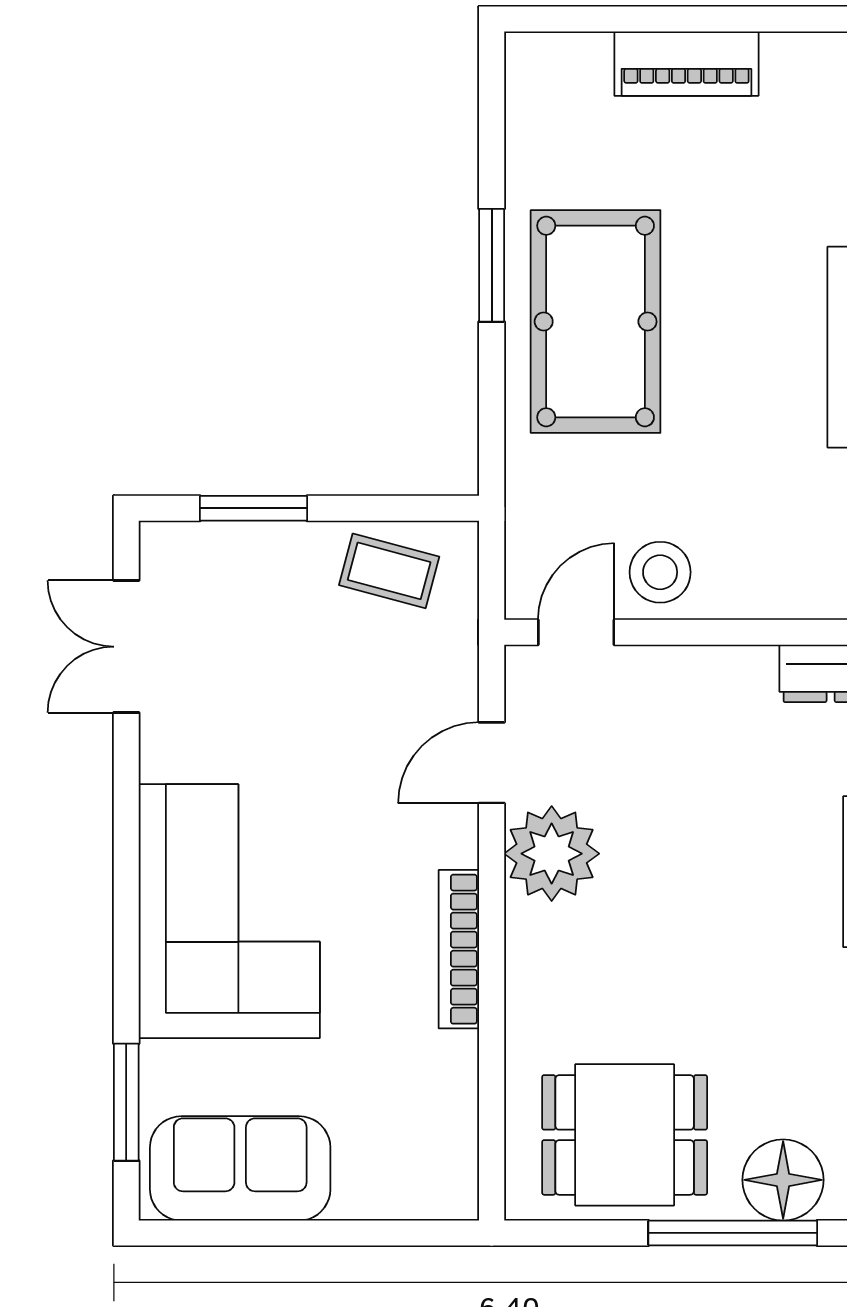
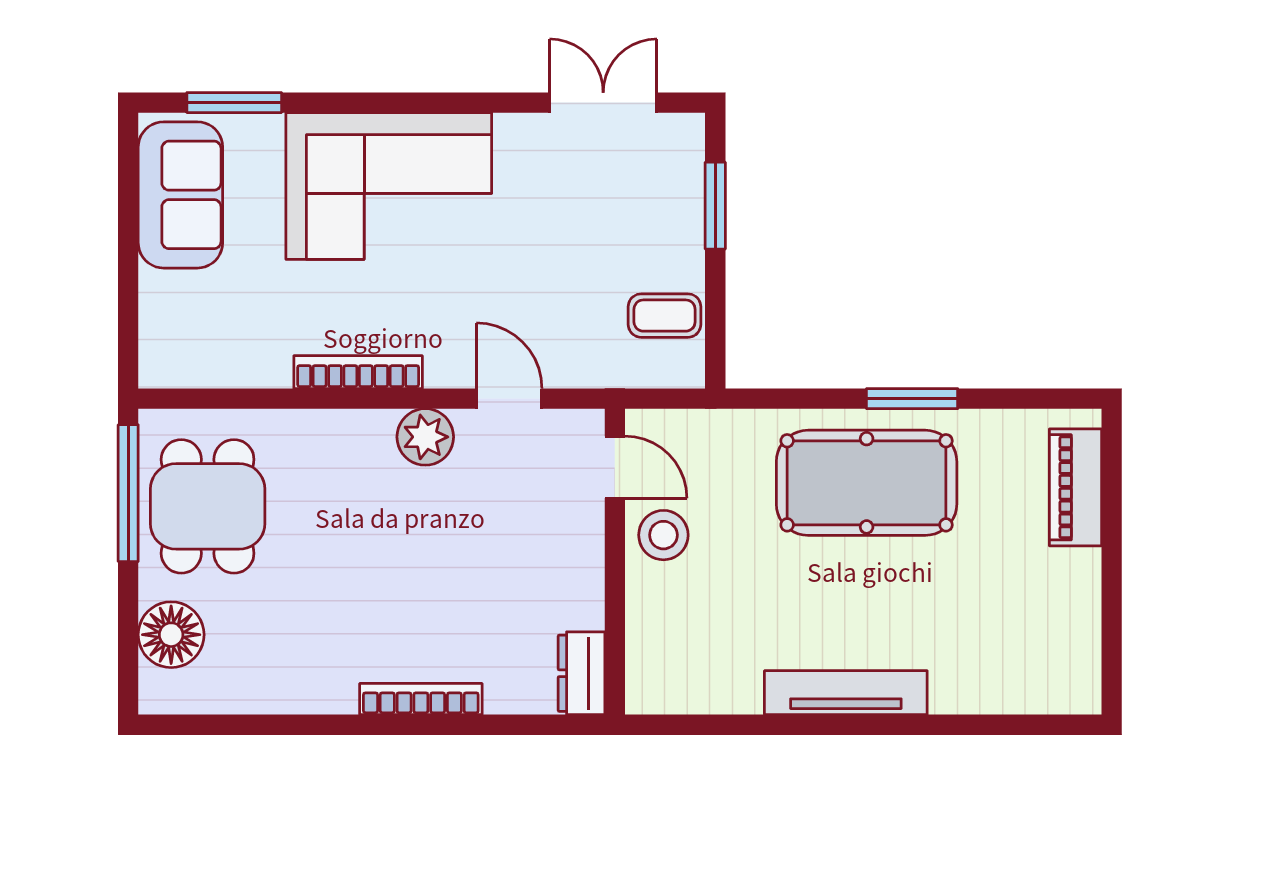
piano: (686, 64) -> (1075, 487), moved
coffee table: (389, 571) -> (665, 316), turned 75
plant: (552, 854) -> (425, 437), width x0.73, depth x0.73
window: (733, 1233) -> (128, 493), moved

